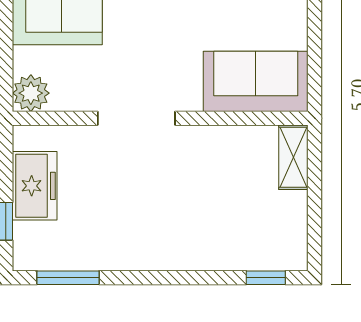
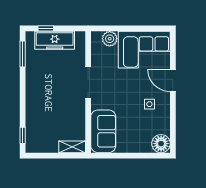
plant: (31, 93) -> (110, 39), moved
freezer: (35, 186) -> (55, 40), width x1.40

